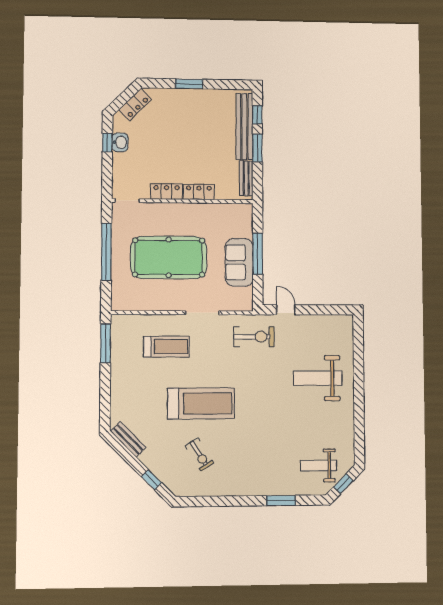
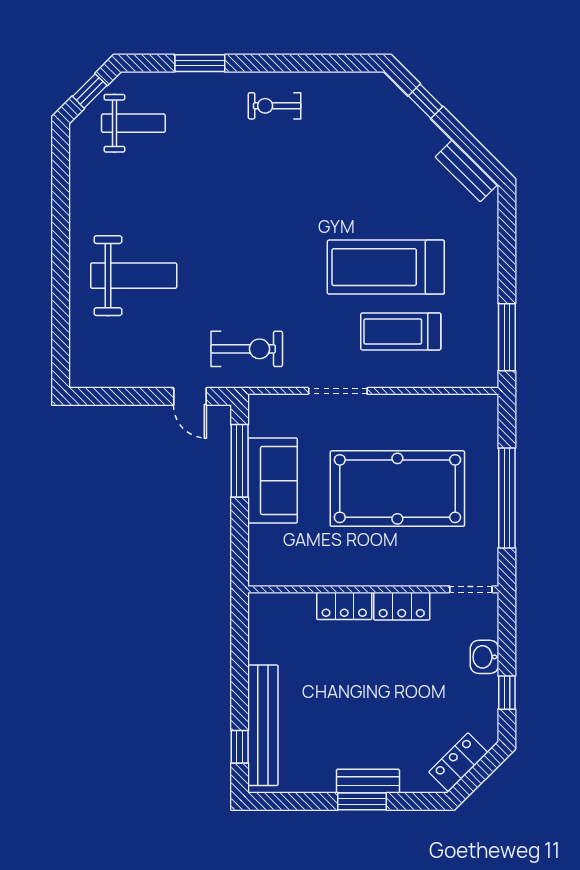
washbasin: (120, 142) -> (484, 657), moved
window: (257, 148) -> (240, 686), removed
bench: (246, 178) -> (368, 781), moved, turned 90
window: (258, 254) -> (240, 461), moved
exercise bike: (254, 337) -> (247, 349), turned 180
treadmill: (201, 403) -> (386, 267), moved
exercise bike: (200, 455) -> (275, 106), moved, turned -58

